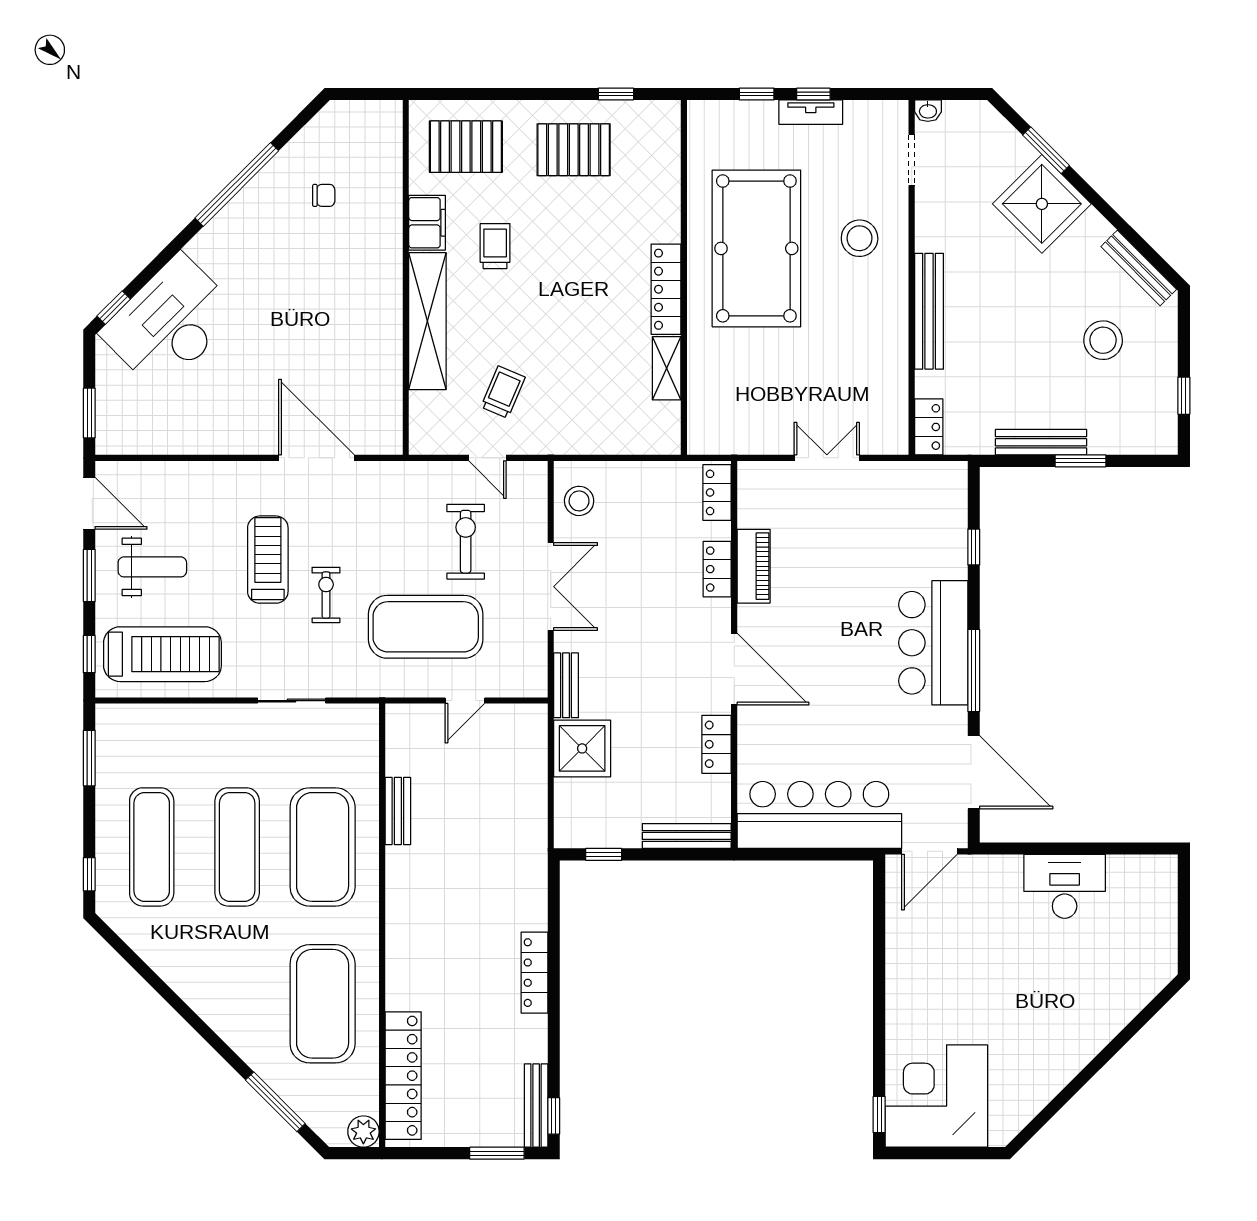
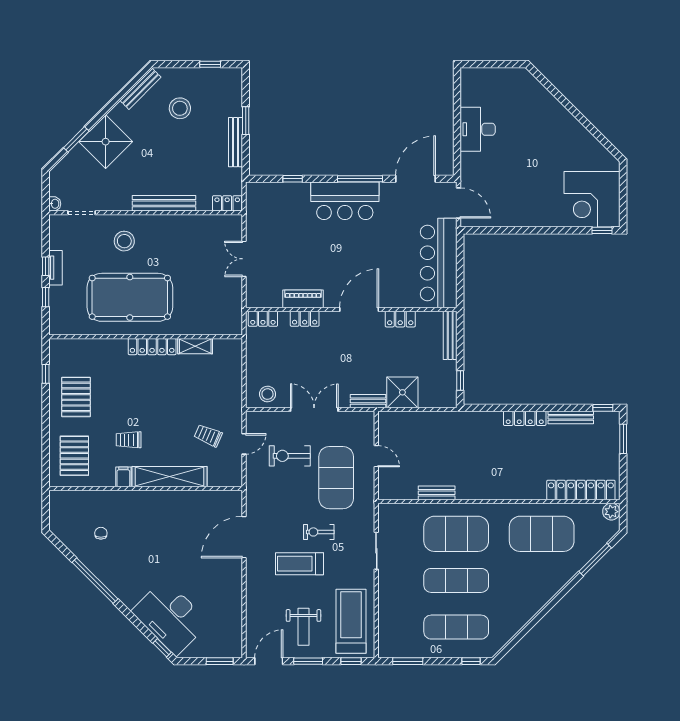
filing cabinet: (427, 223) -> (123, 477), width x0.50
weight bench: (152, 567) -> (303, 627), turned 180
bench: (536, 1106) -> (571, 417), moved

